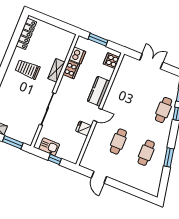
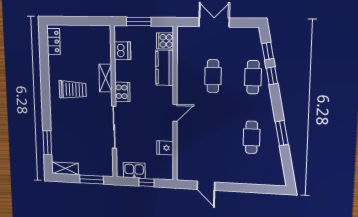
locker: (26, 34) -> (54, 41), width x0.66
trolley: (28, 69) -> (73, 90), turned 180
cooker: (71, 70) -> (122, 92), moved
kitchen counter: (99, 91) -> (165, 68), moved
fridge: (84, 128) -> (165, 148), moved
cafe table: (118, 141) -> (213, 76), moved

